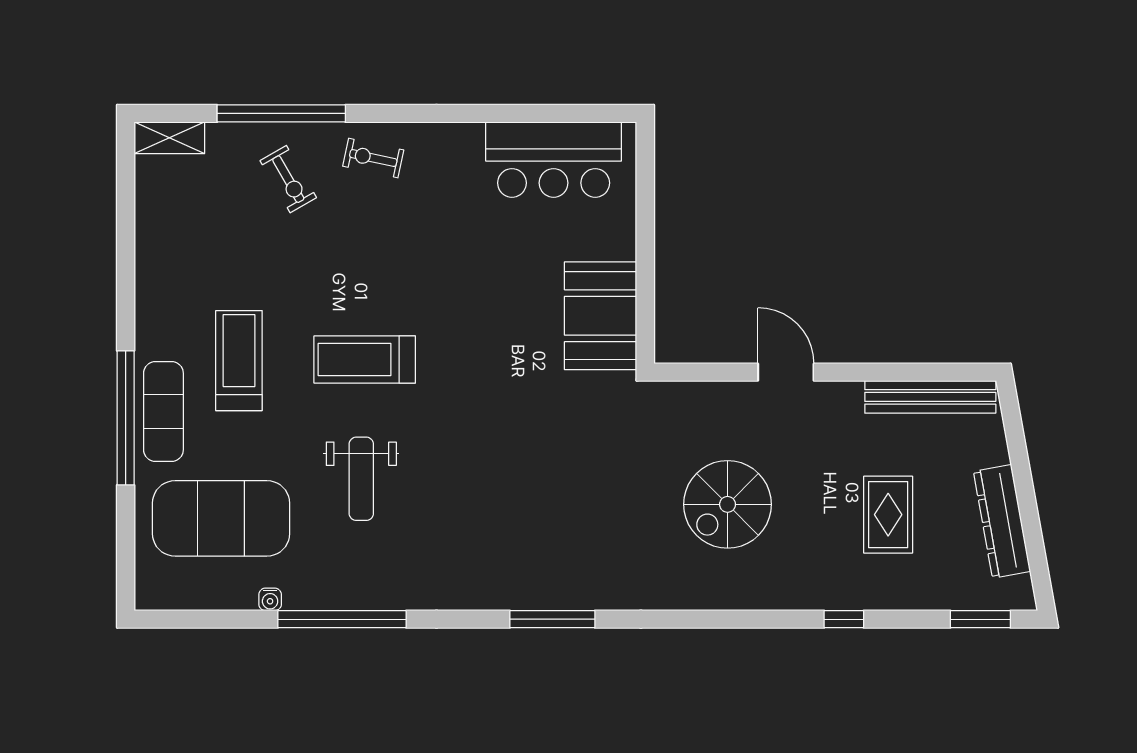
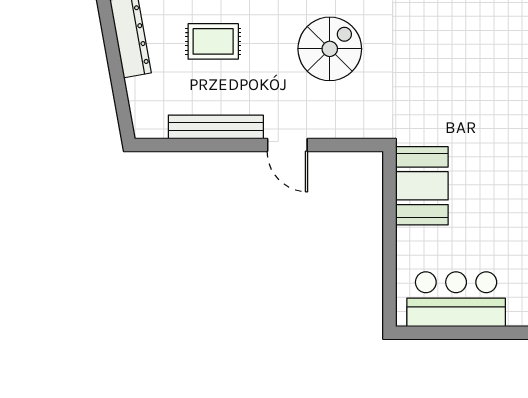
bench: (930, 397) -> (216, 127), moved
rug: (888, 515) -> (213, 41), turned 90

